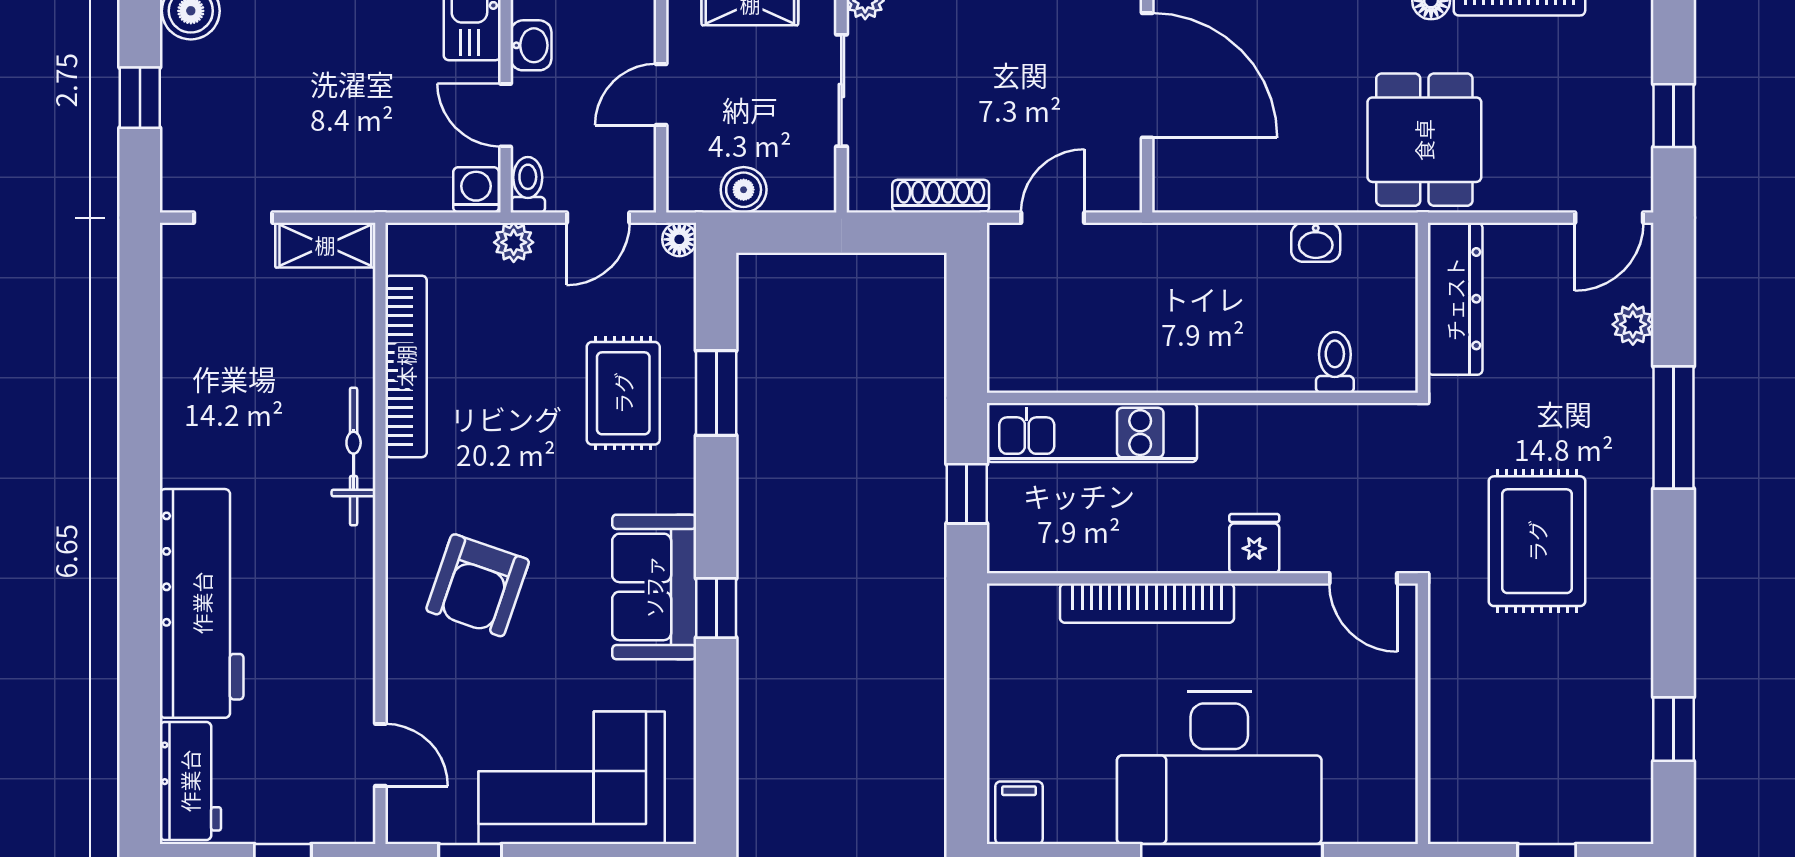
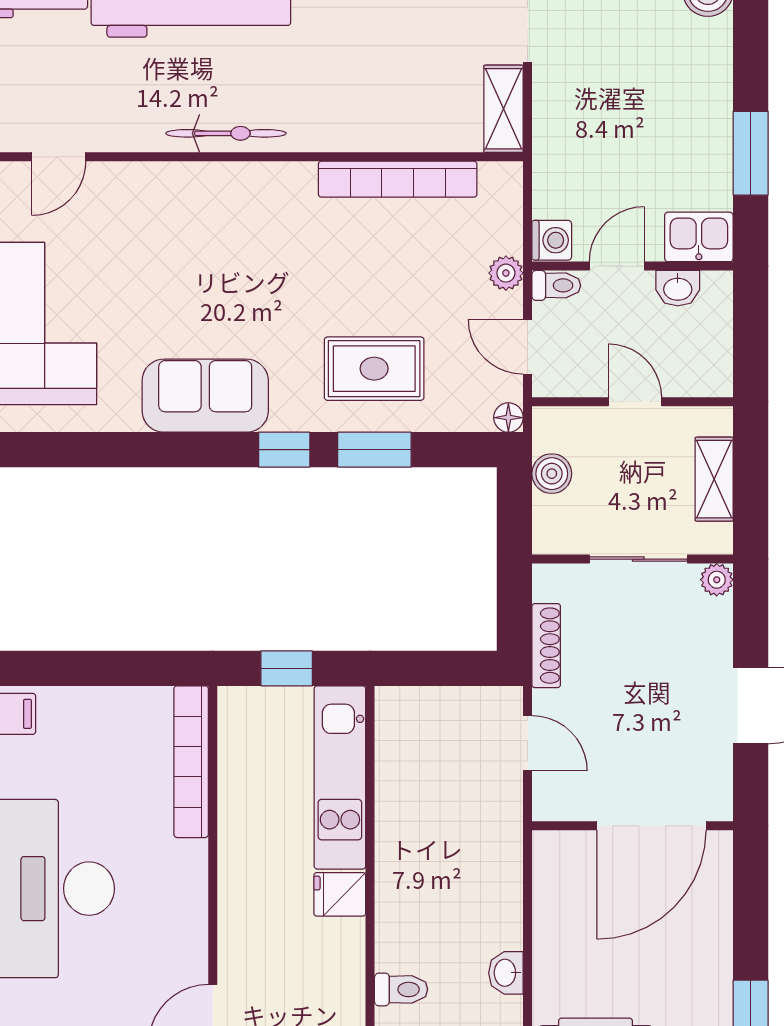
bicycle: (354, 456) -> (226, 133), moved
fridge: (1254, 544) -> (340, 894), moved, turned 180
armchair: (478, 585) -> (207, 242), removed
bookcase: (1147, 603) -> (191, 762), moved
window: (716, 608) -> (284, 450), moved

